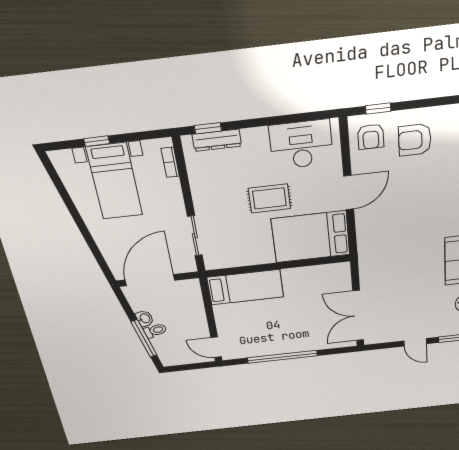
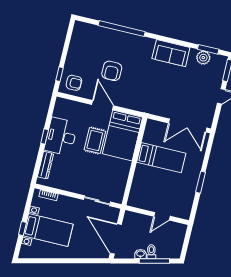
window: (208, 128) -> (45, 137), moved
armchair: (415, 140) -> (112, 71), moved
desk: (301, 145) -> (61, 137), moved
rug: (269, 198) -> (95, 141), moved
bed: (245, 287) -> (161, 158), moved, turned 90
door: (216, 347) -> (162, 216), moved
window: (282, 357) -> (201, 182), width x0.47

